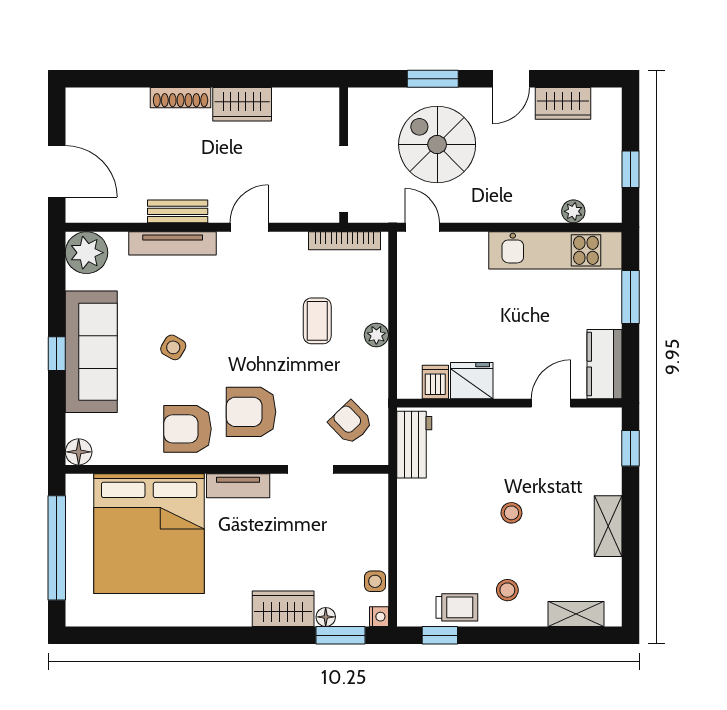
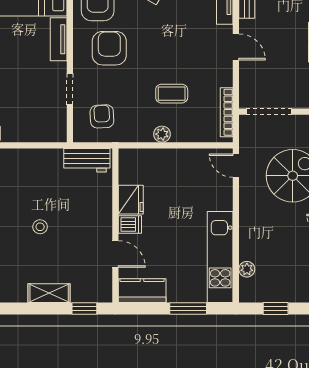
door: (422, 227) -> (236, 166), swing flipped
dishwasher: (435, 382) -> (130, 225), moved
armchair: (351, 423) -> (102, 116), turned -49
shelving: (608, 526) -> (49, 293), moved

